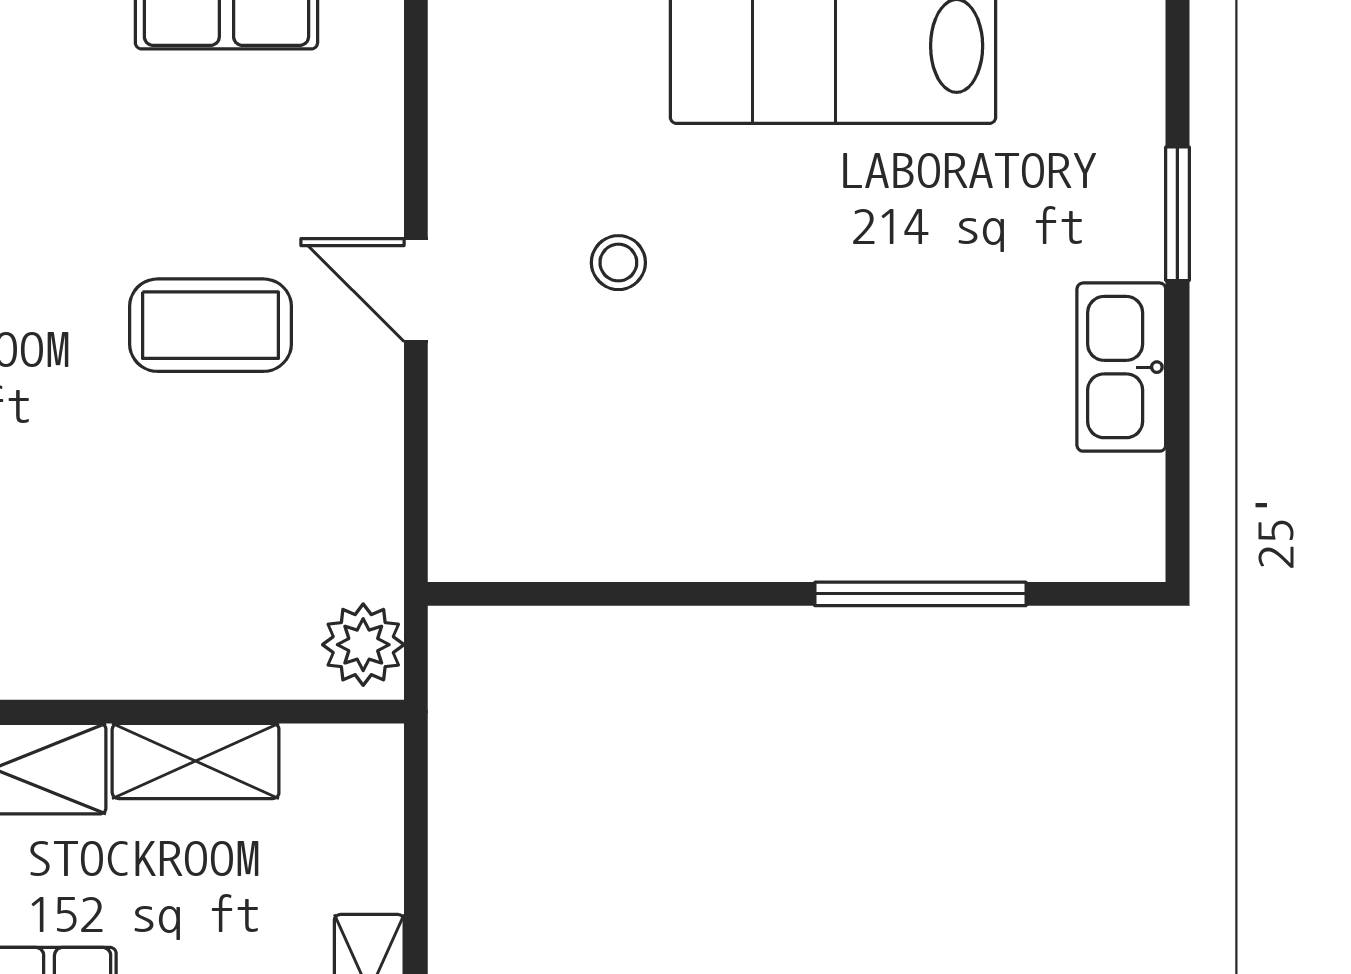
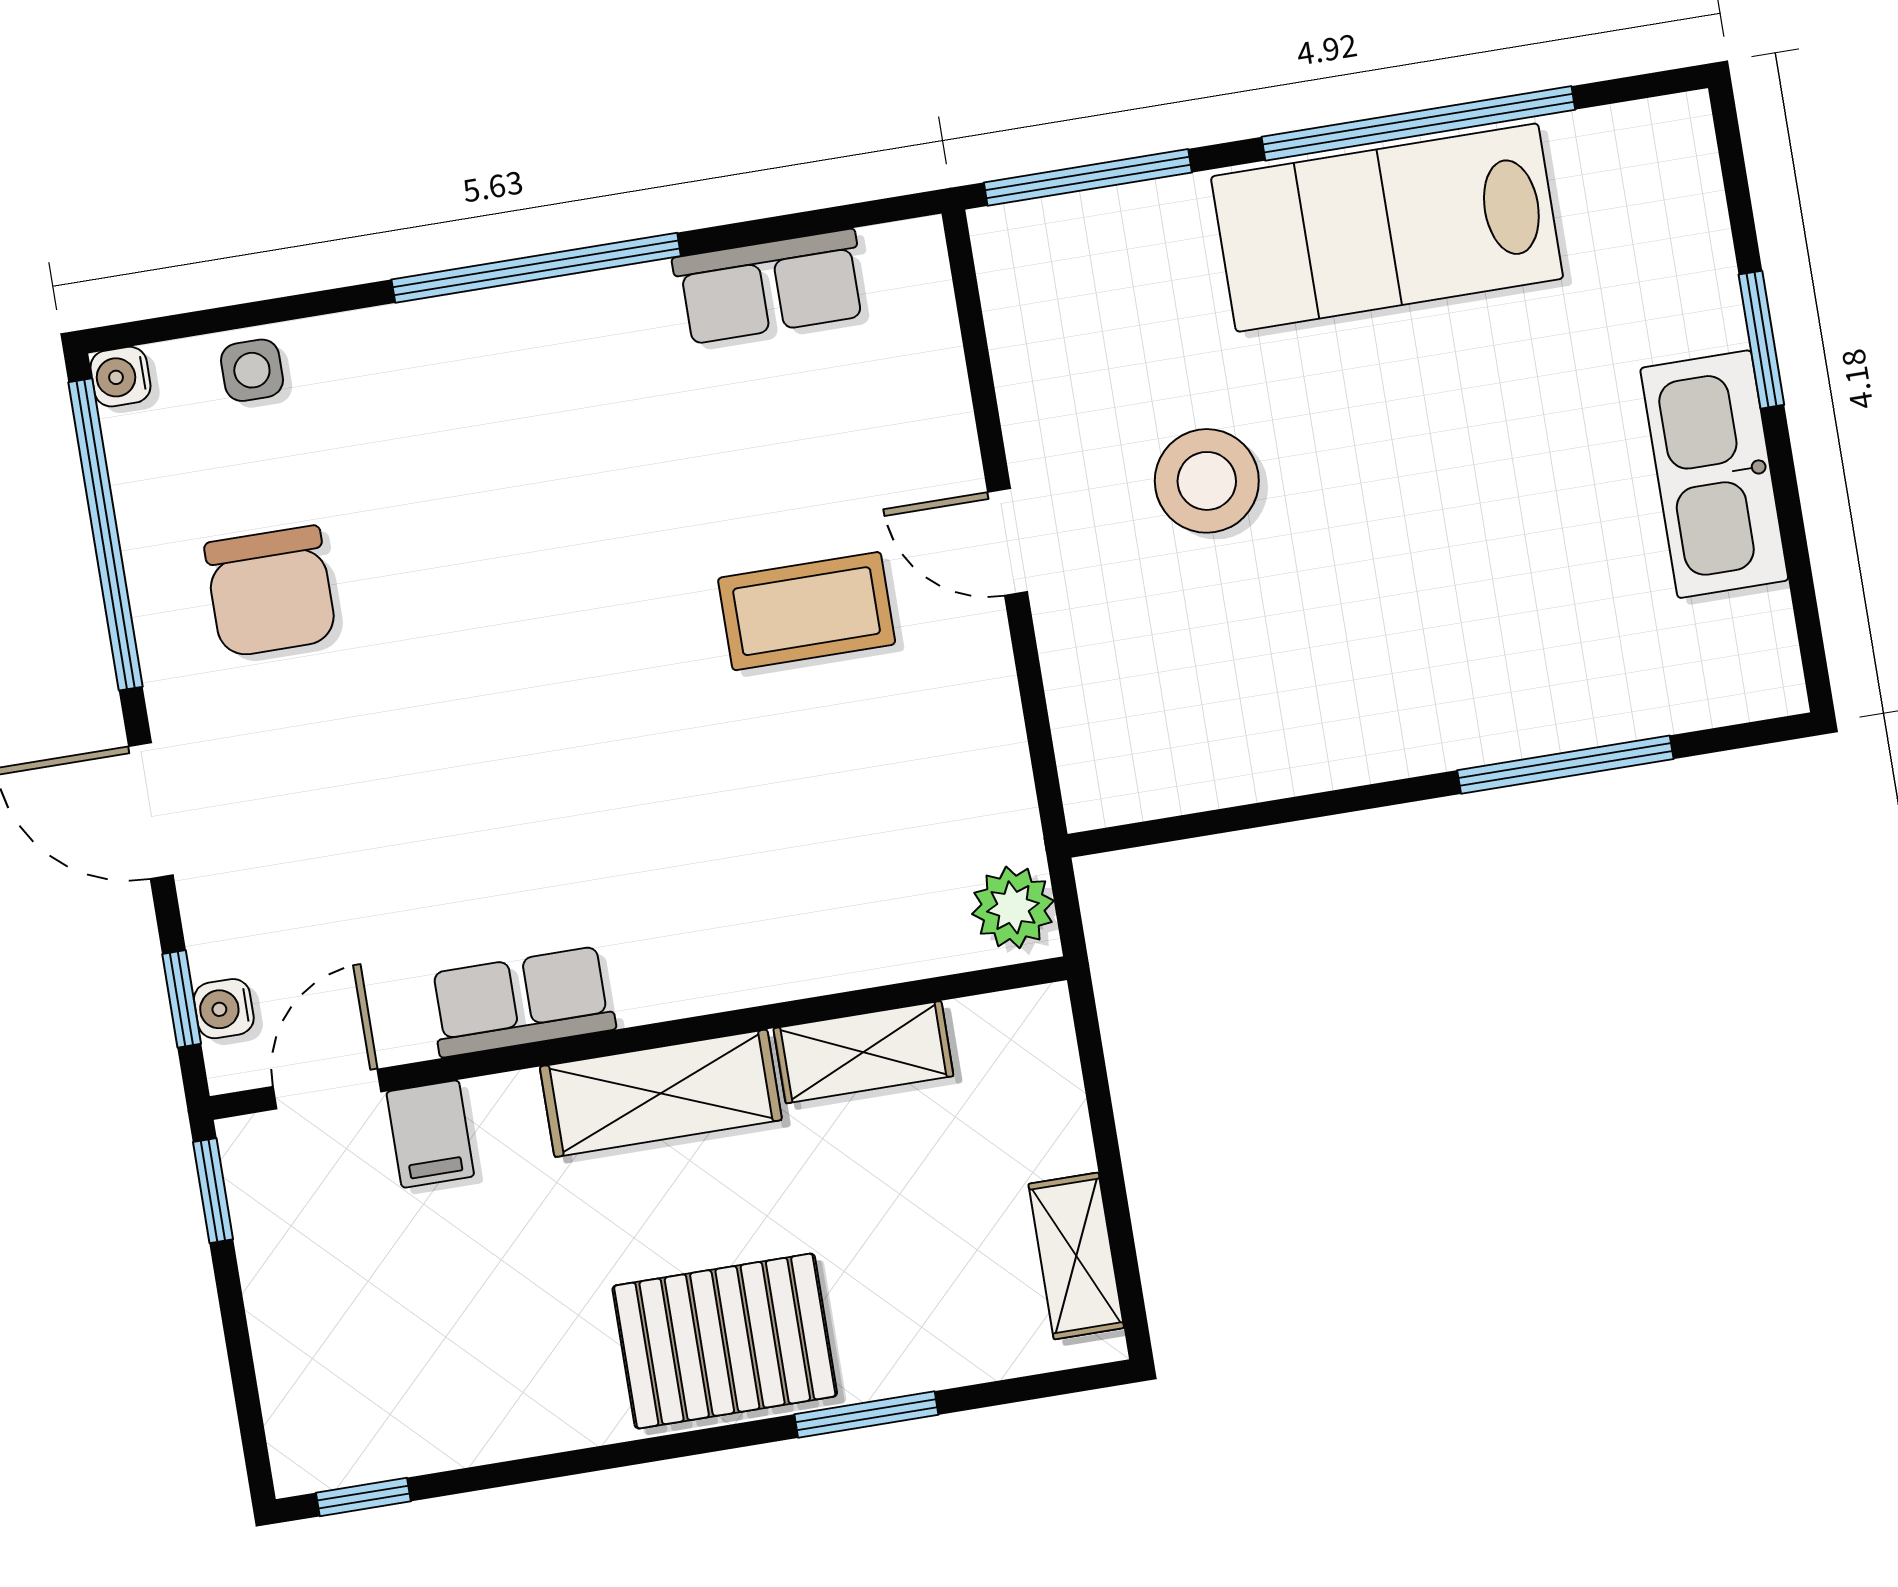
stool: (618, 263) -> (1207, 481), width x1.89, depth x1.89
kitchen sink: (1121, 367) -> (1714, 474), width x1.36, depth x1.24

